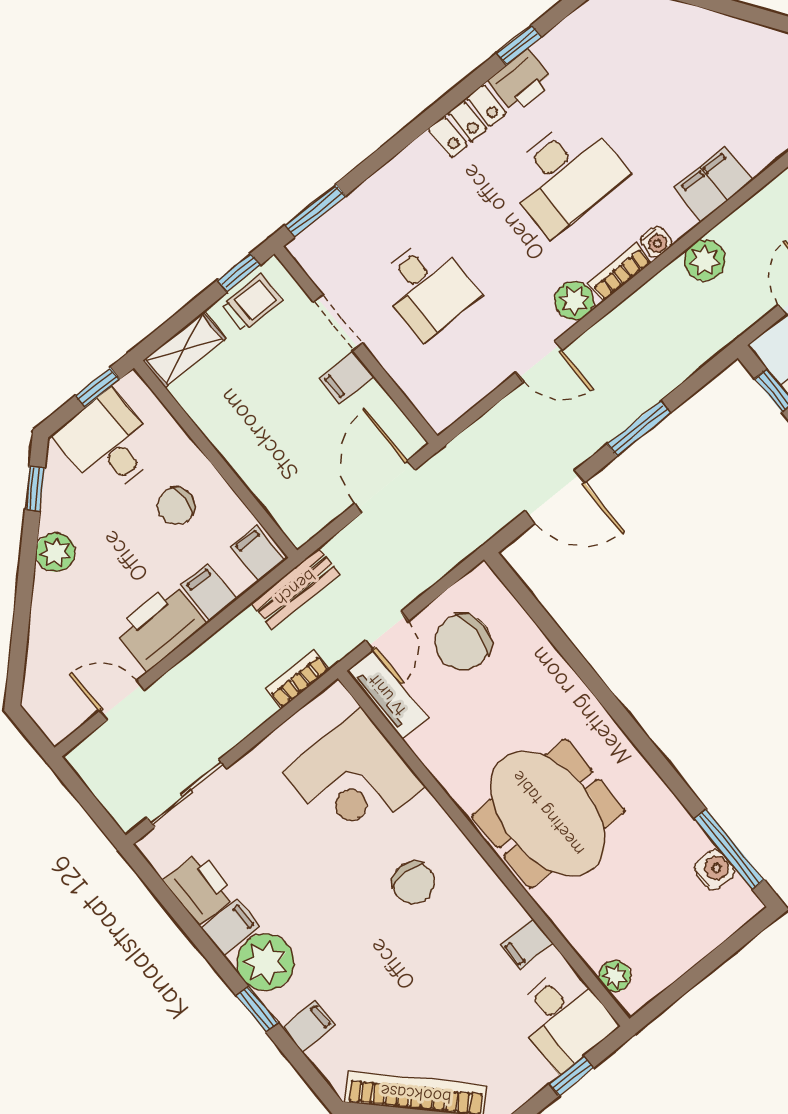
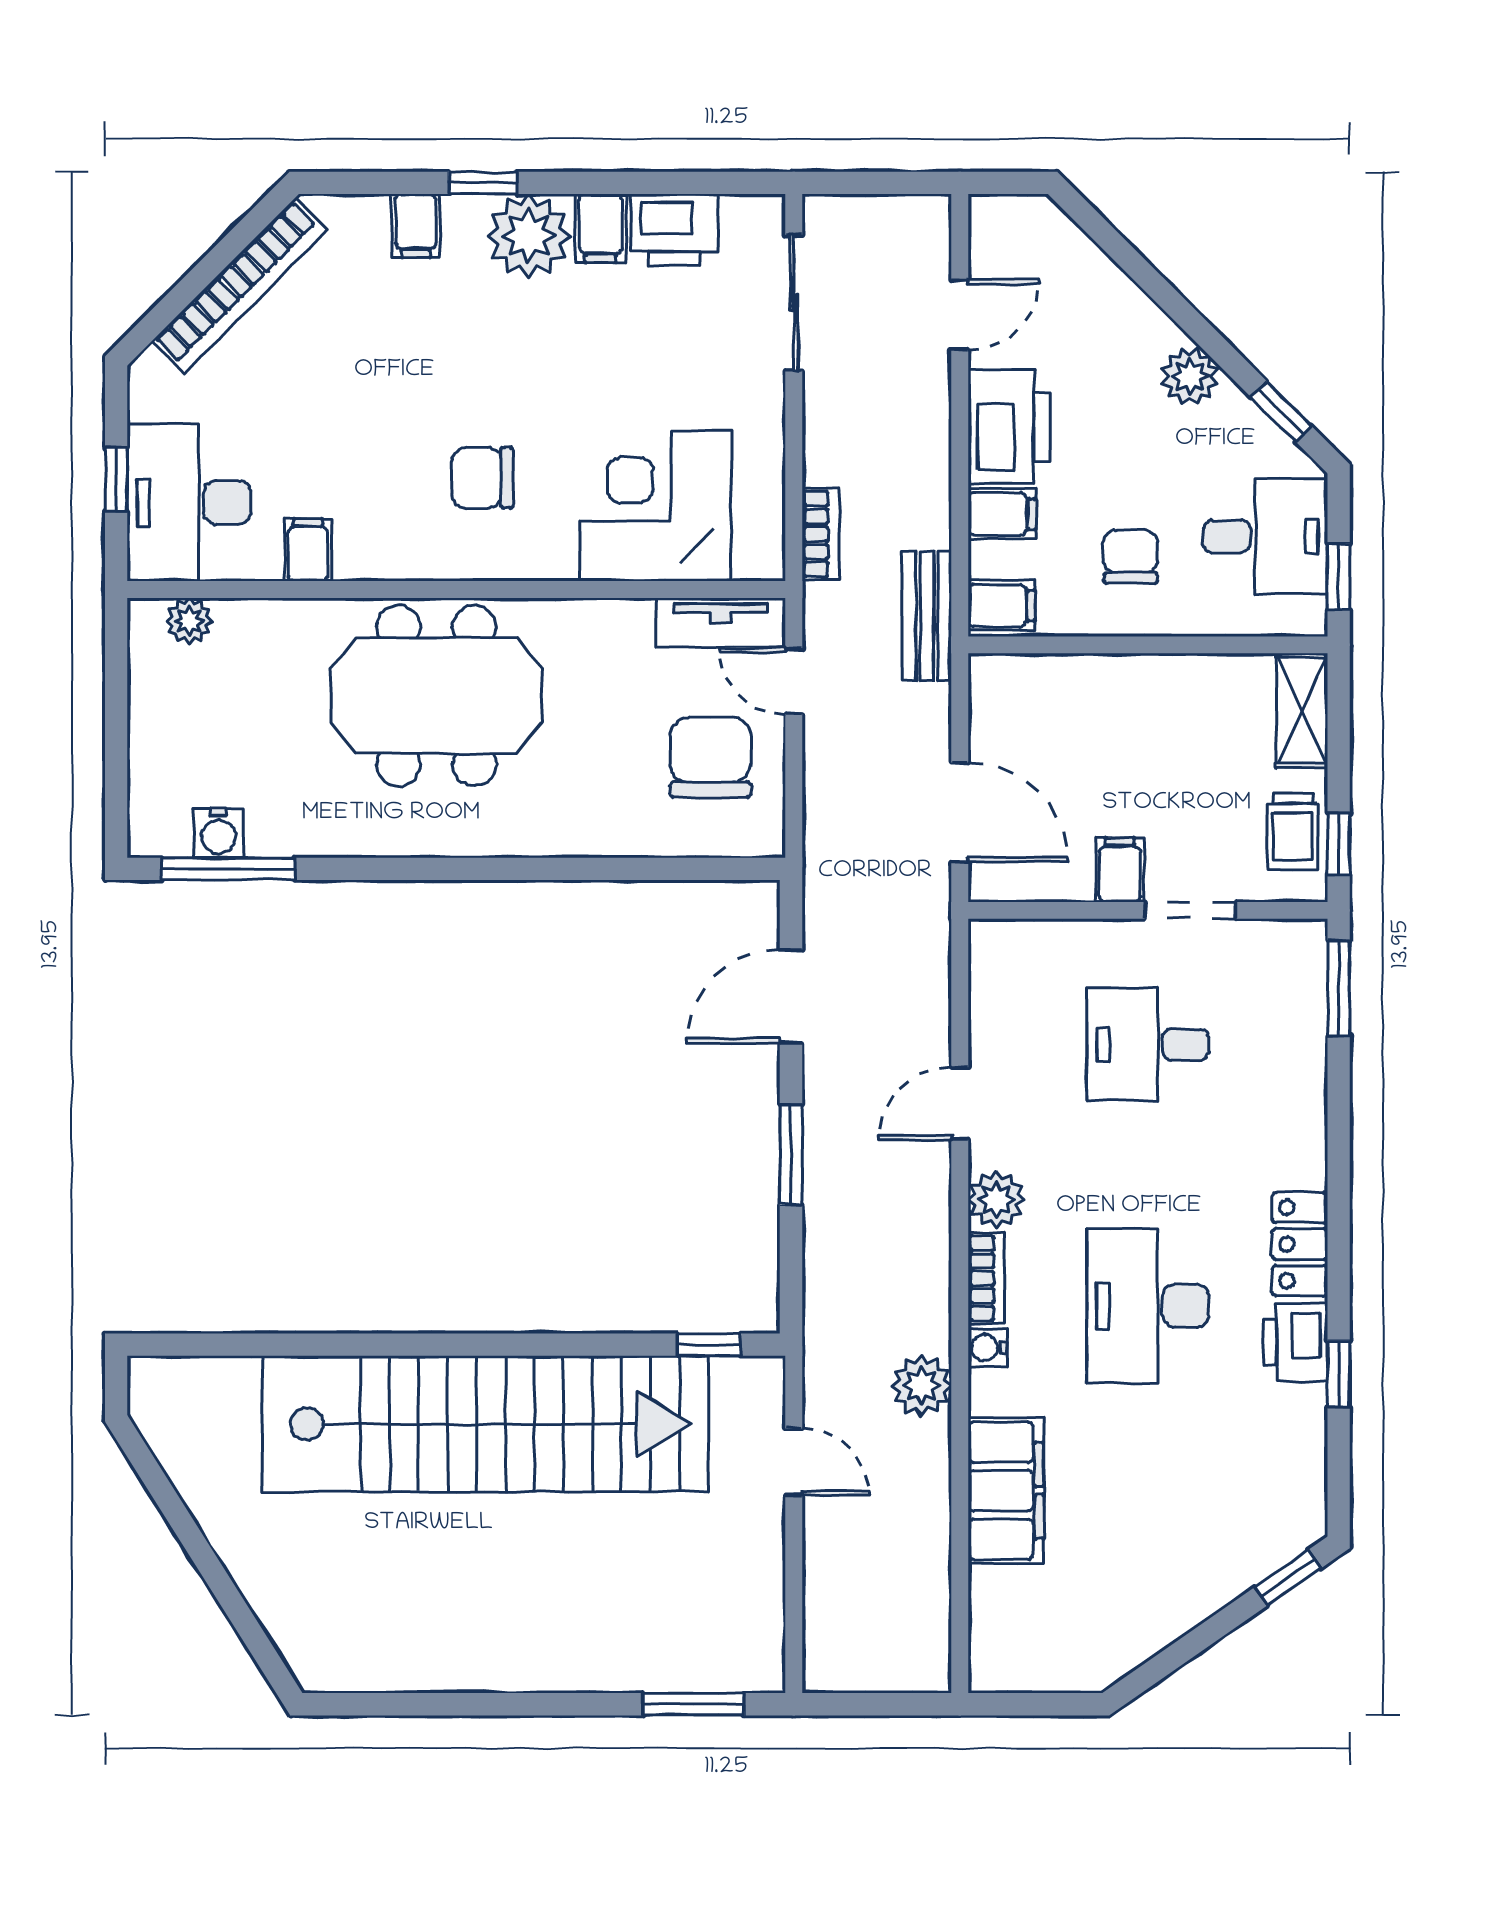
filing cabinet: (713, 184) -> (1006, 1491), width x1.50, depth x1.17
desk: (564, 1018) -> (189, 502), width x1.37

